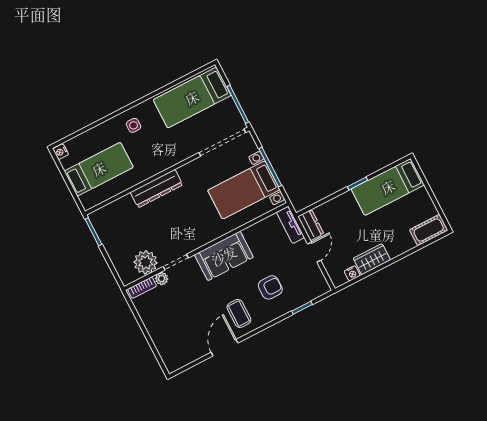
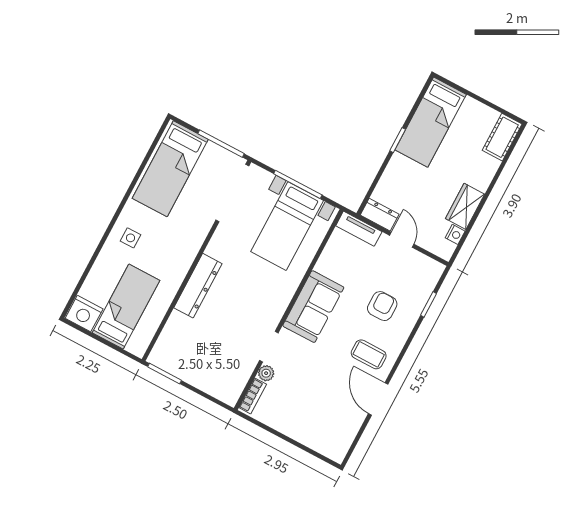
nightstand: (61, 152) -> (84, 314), width x1.89, depth x1.79
plant: (146, 262) -> (239, 368), removed

